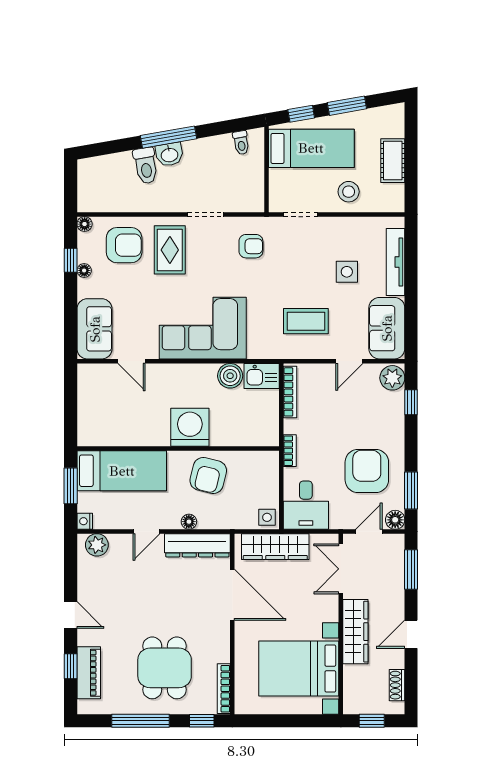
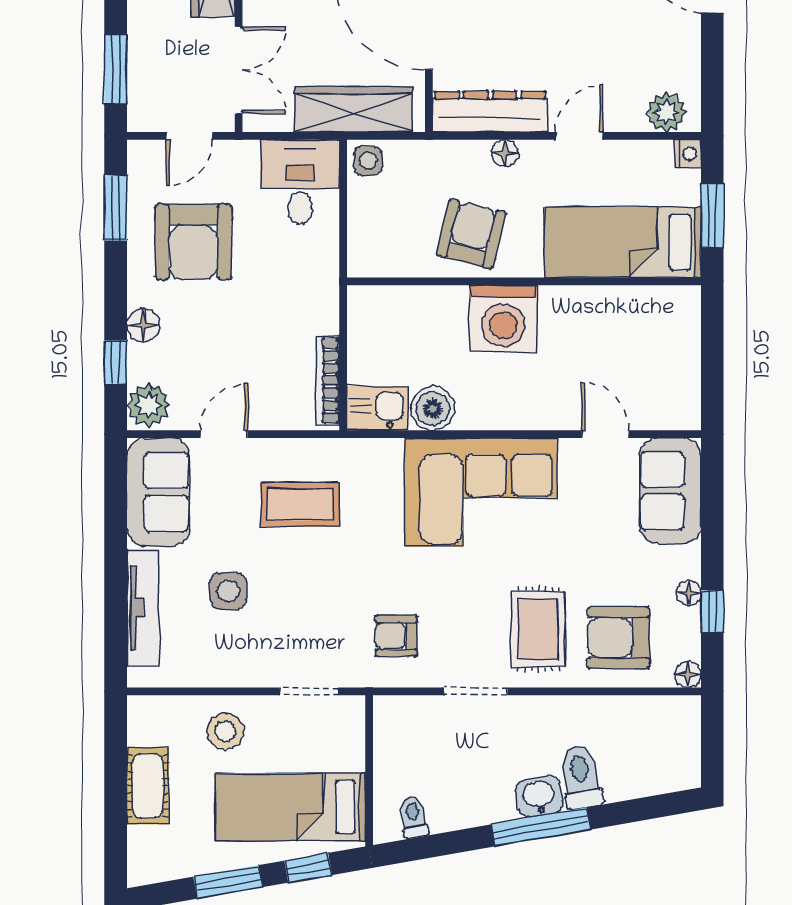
bookcase: (290, 451) -> (328, 277), removed
floor lamp: (395, 520) -> (144, 325), moved

